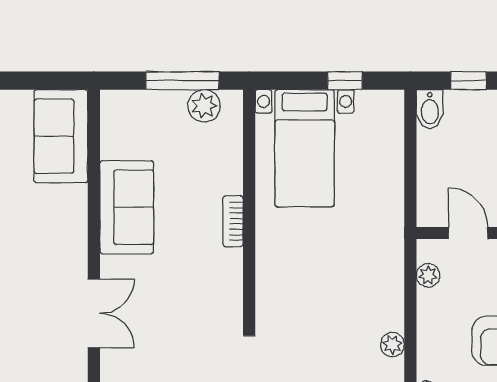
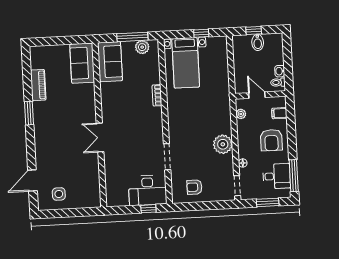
bidet: (430, 109) -> (258, 42), moved
sofa: (127, 207) -> (110, 62), moved
double door: (94, 313) -> (100, 138), swing flipped
plant: (392, 345) -> (223, 144), width x1.87, depth x1.87

